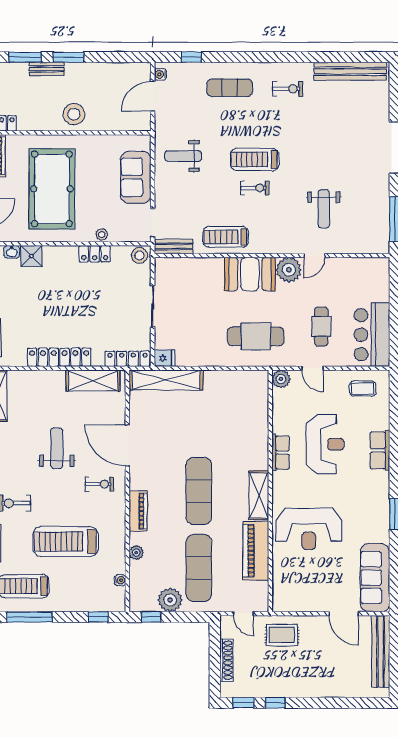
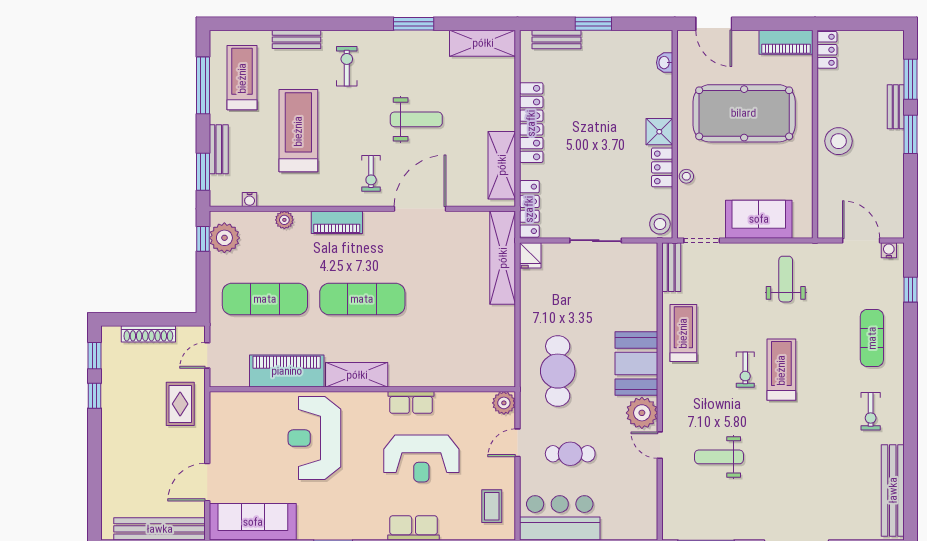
shower: (31, 256) -> (659, 132), moved
plant: (170, 600) -> (224, 238), moved
bench: (80, 605) -> (219, 149), added
window: (98, 617) -> (203, 172), width x1.50

